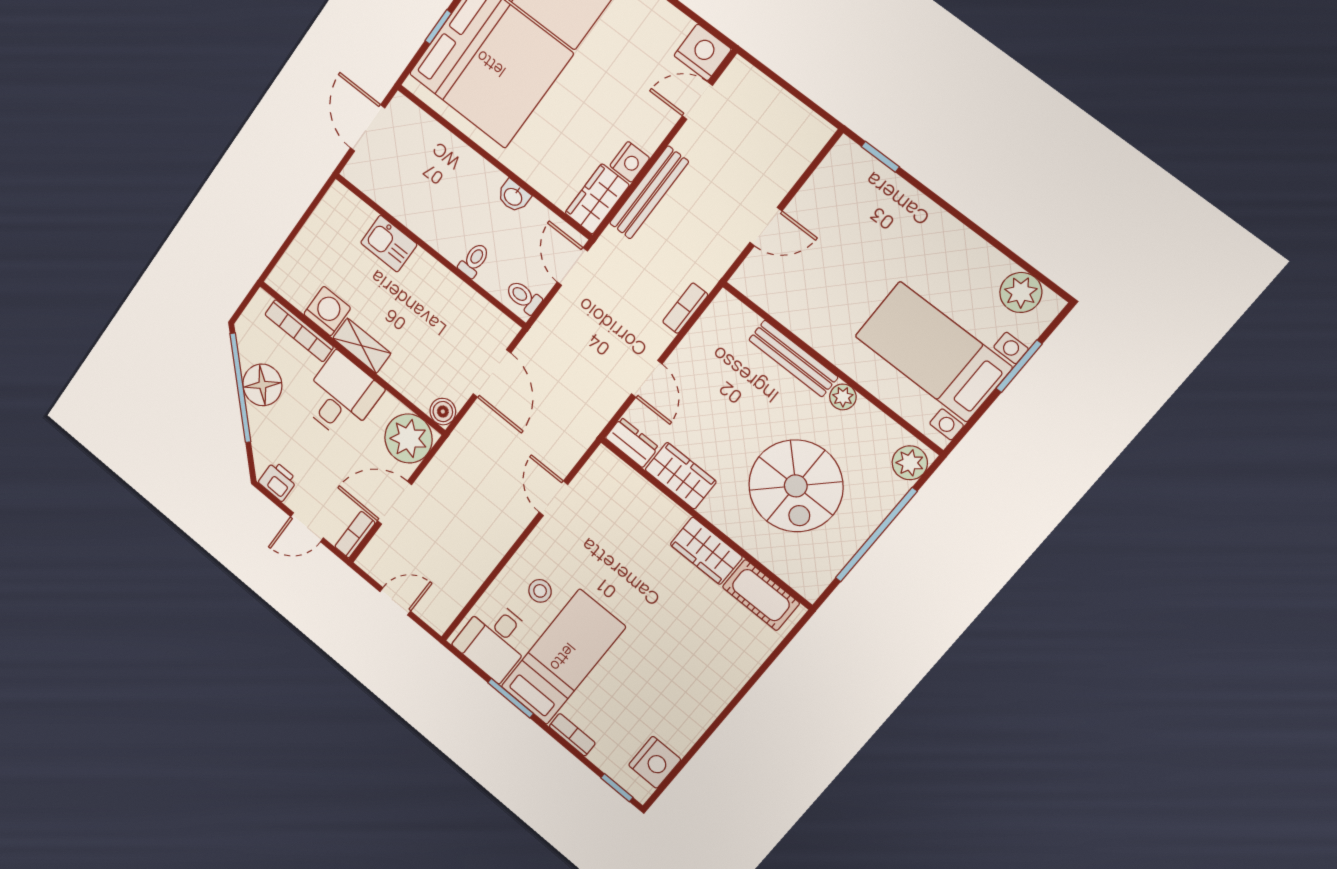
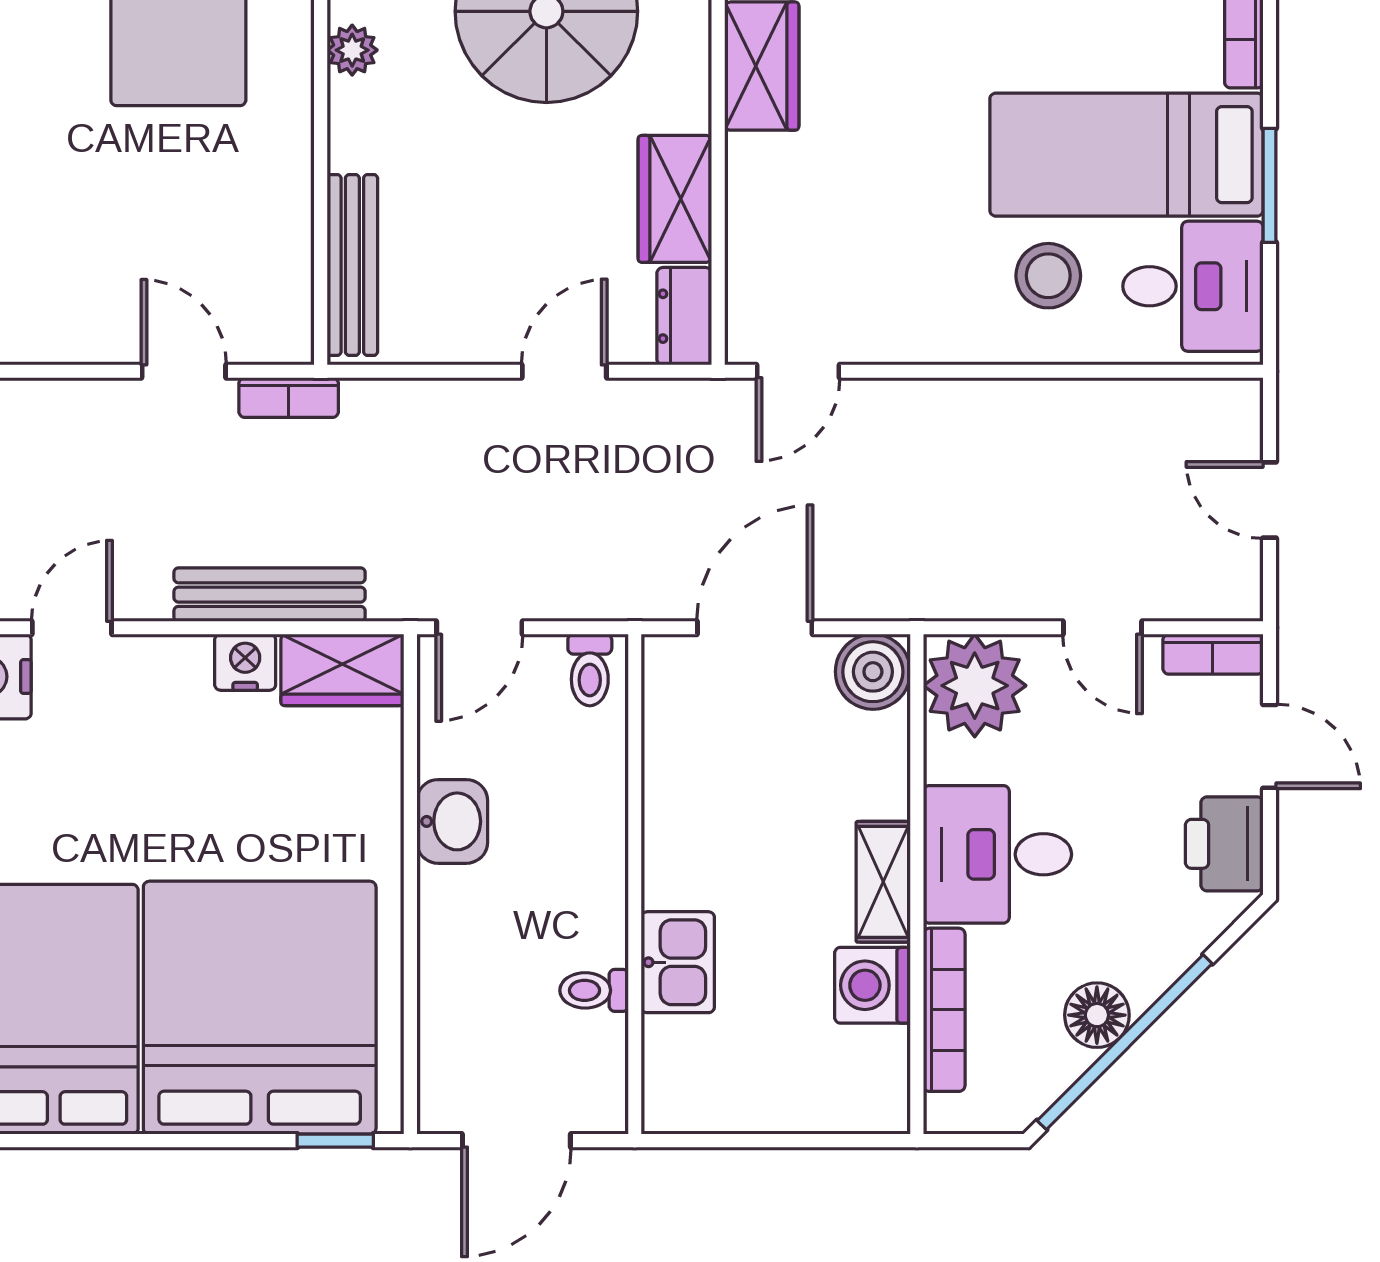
window: (438, 27) -> (335, 1141), moved
door: (697, 101) -> (72, 628), swing flipped
washbasin: (513, 196) -> (452, 821), width x1.38, depth x1.45
toilet: (474, 260) -> (594, 990), moved
bookcase: (685, 308) -> (289, 398), moved
bench: (793, 358) -> (352, 265), moved
floor lamp: (262, 385) -> (1097, 1015), width x0.73, depth x0.73
boiler: (443, 412) -> (873, 672), width x1.36, depth x1.36
printer: (278, 481) -> (1224, 844), width x1.36, depth x1.24
door: (553, 498) -> (798, 371), moved
door: (394, 503) -> (1103, 628), width x0.73
stool: (540, 591) -> (1048, 276), width x1.37, depth x1.37

